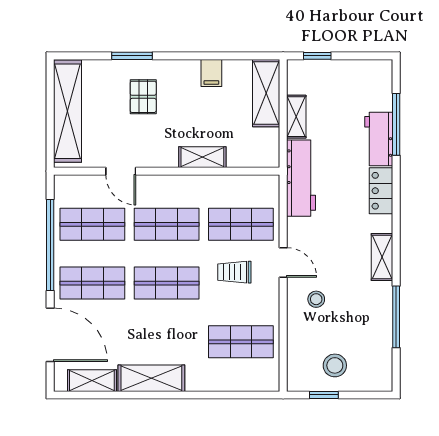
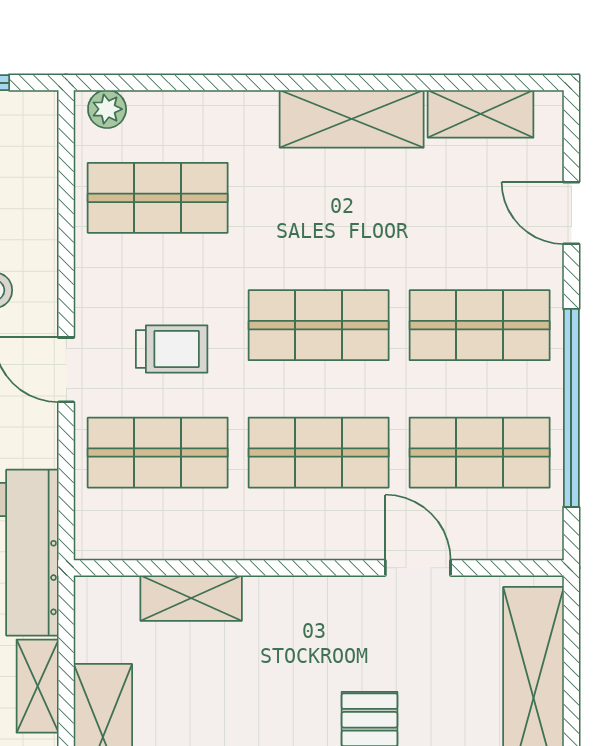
shelving: (202, 157) -> (191, 598), moved
door: (50, 335) -> (571, 213), width x0.53
plant: (264, 383) -> (107, 109), added

